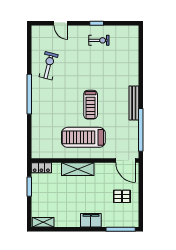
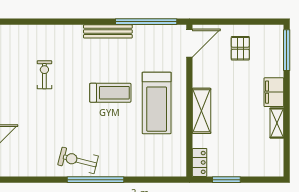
exercise bike: (99, 40) -> (44, 75), moved
exercise bike: (49, 66) -> (78, 160), moved
shelving: (43, 222) -> (277, 123), moved

